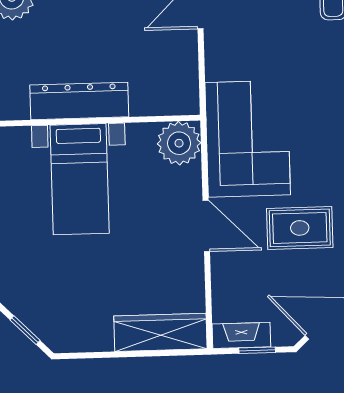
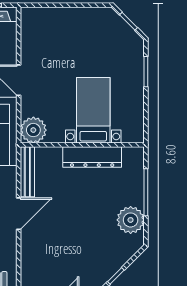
bench: (187, 73) -> (27, 172), added
wardrobe: (160, 332) -> (48, 18), removed

